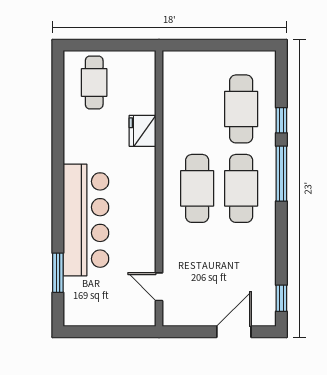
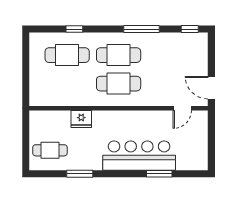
window: (58, 129) -> (80, 174), added
window: (281, 174) -> (142, 29), moved
window: (58, 273) -> (159, 174), moved
door: (234, 332) -> (211, 88), moved

